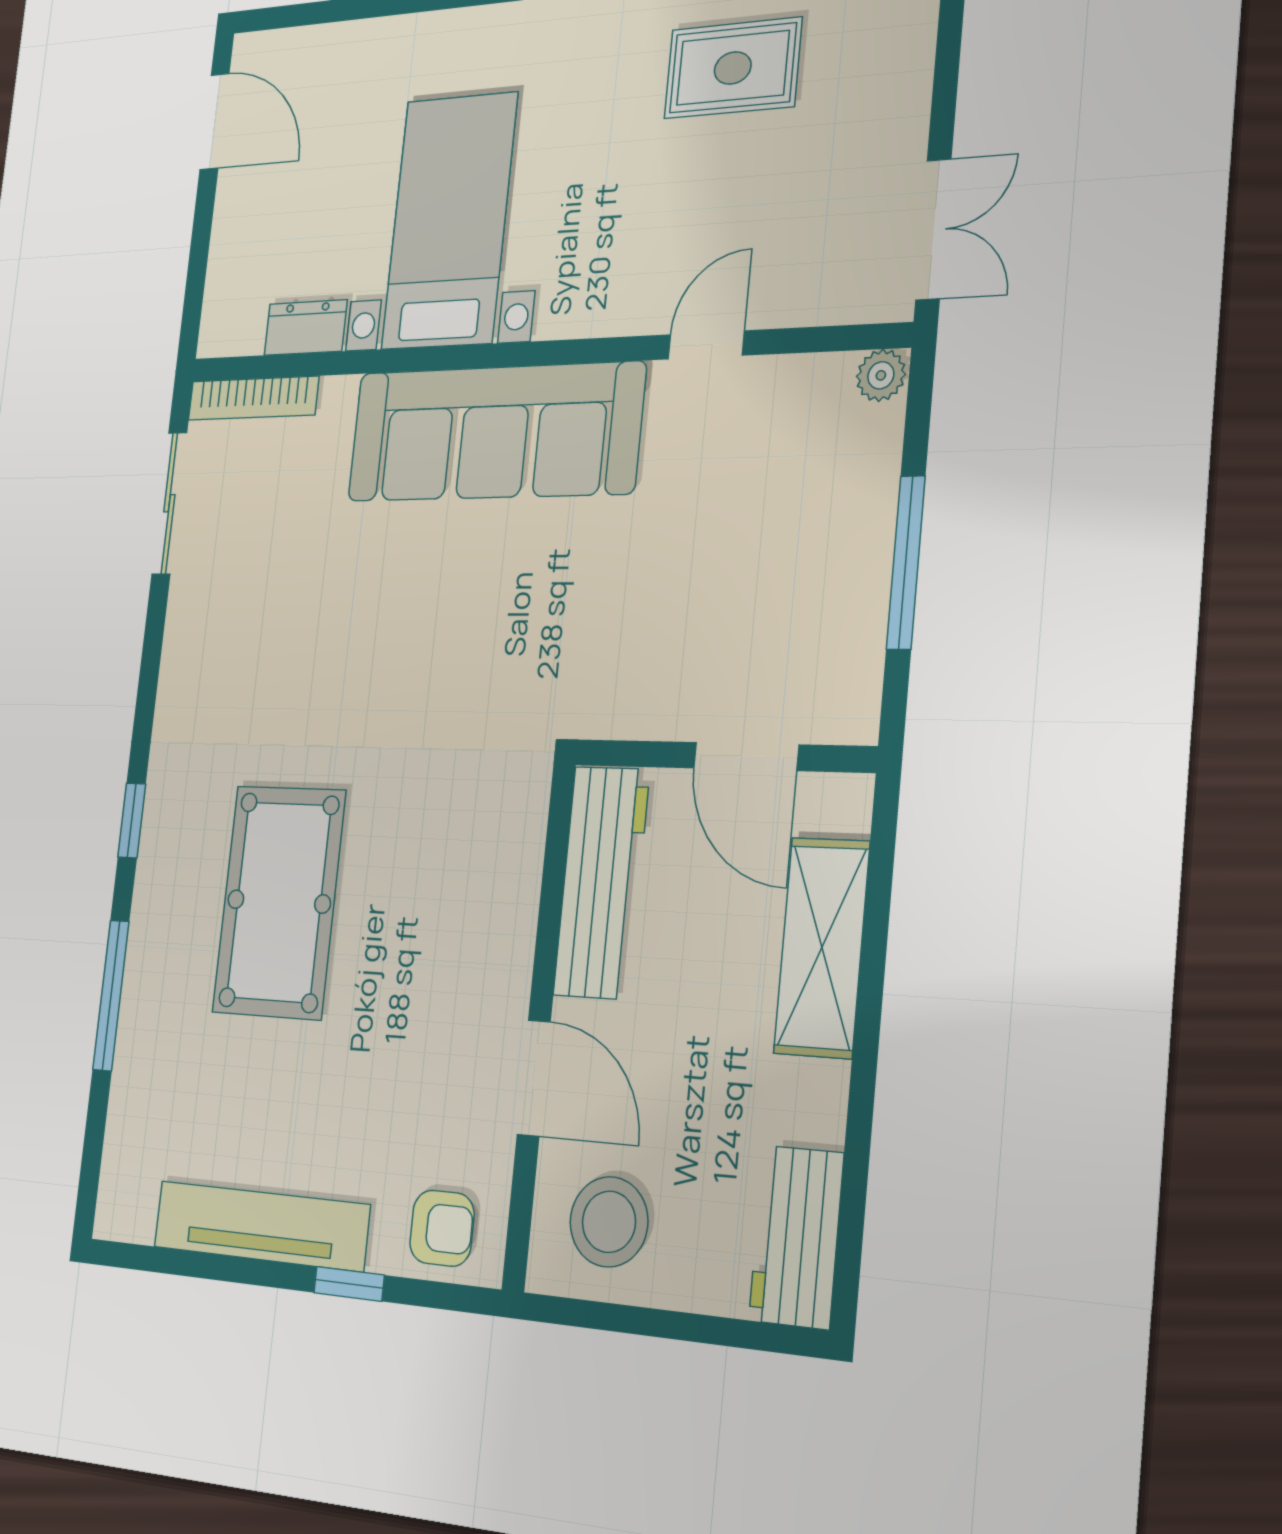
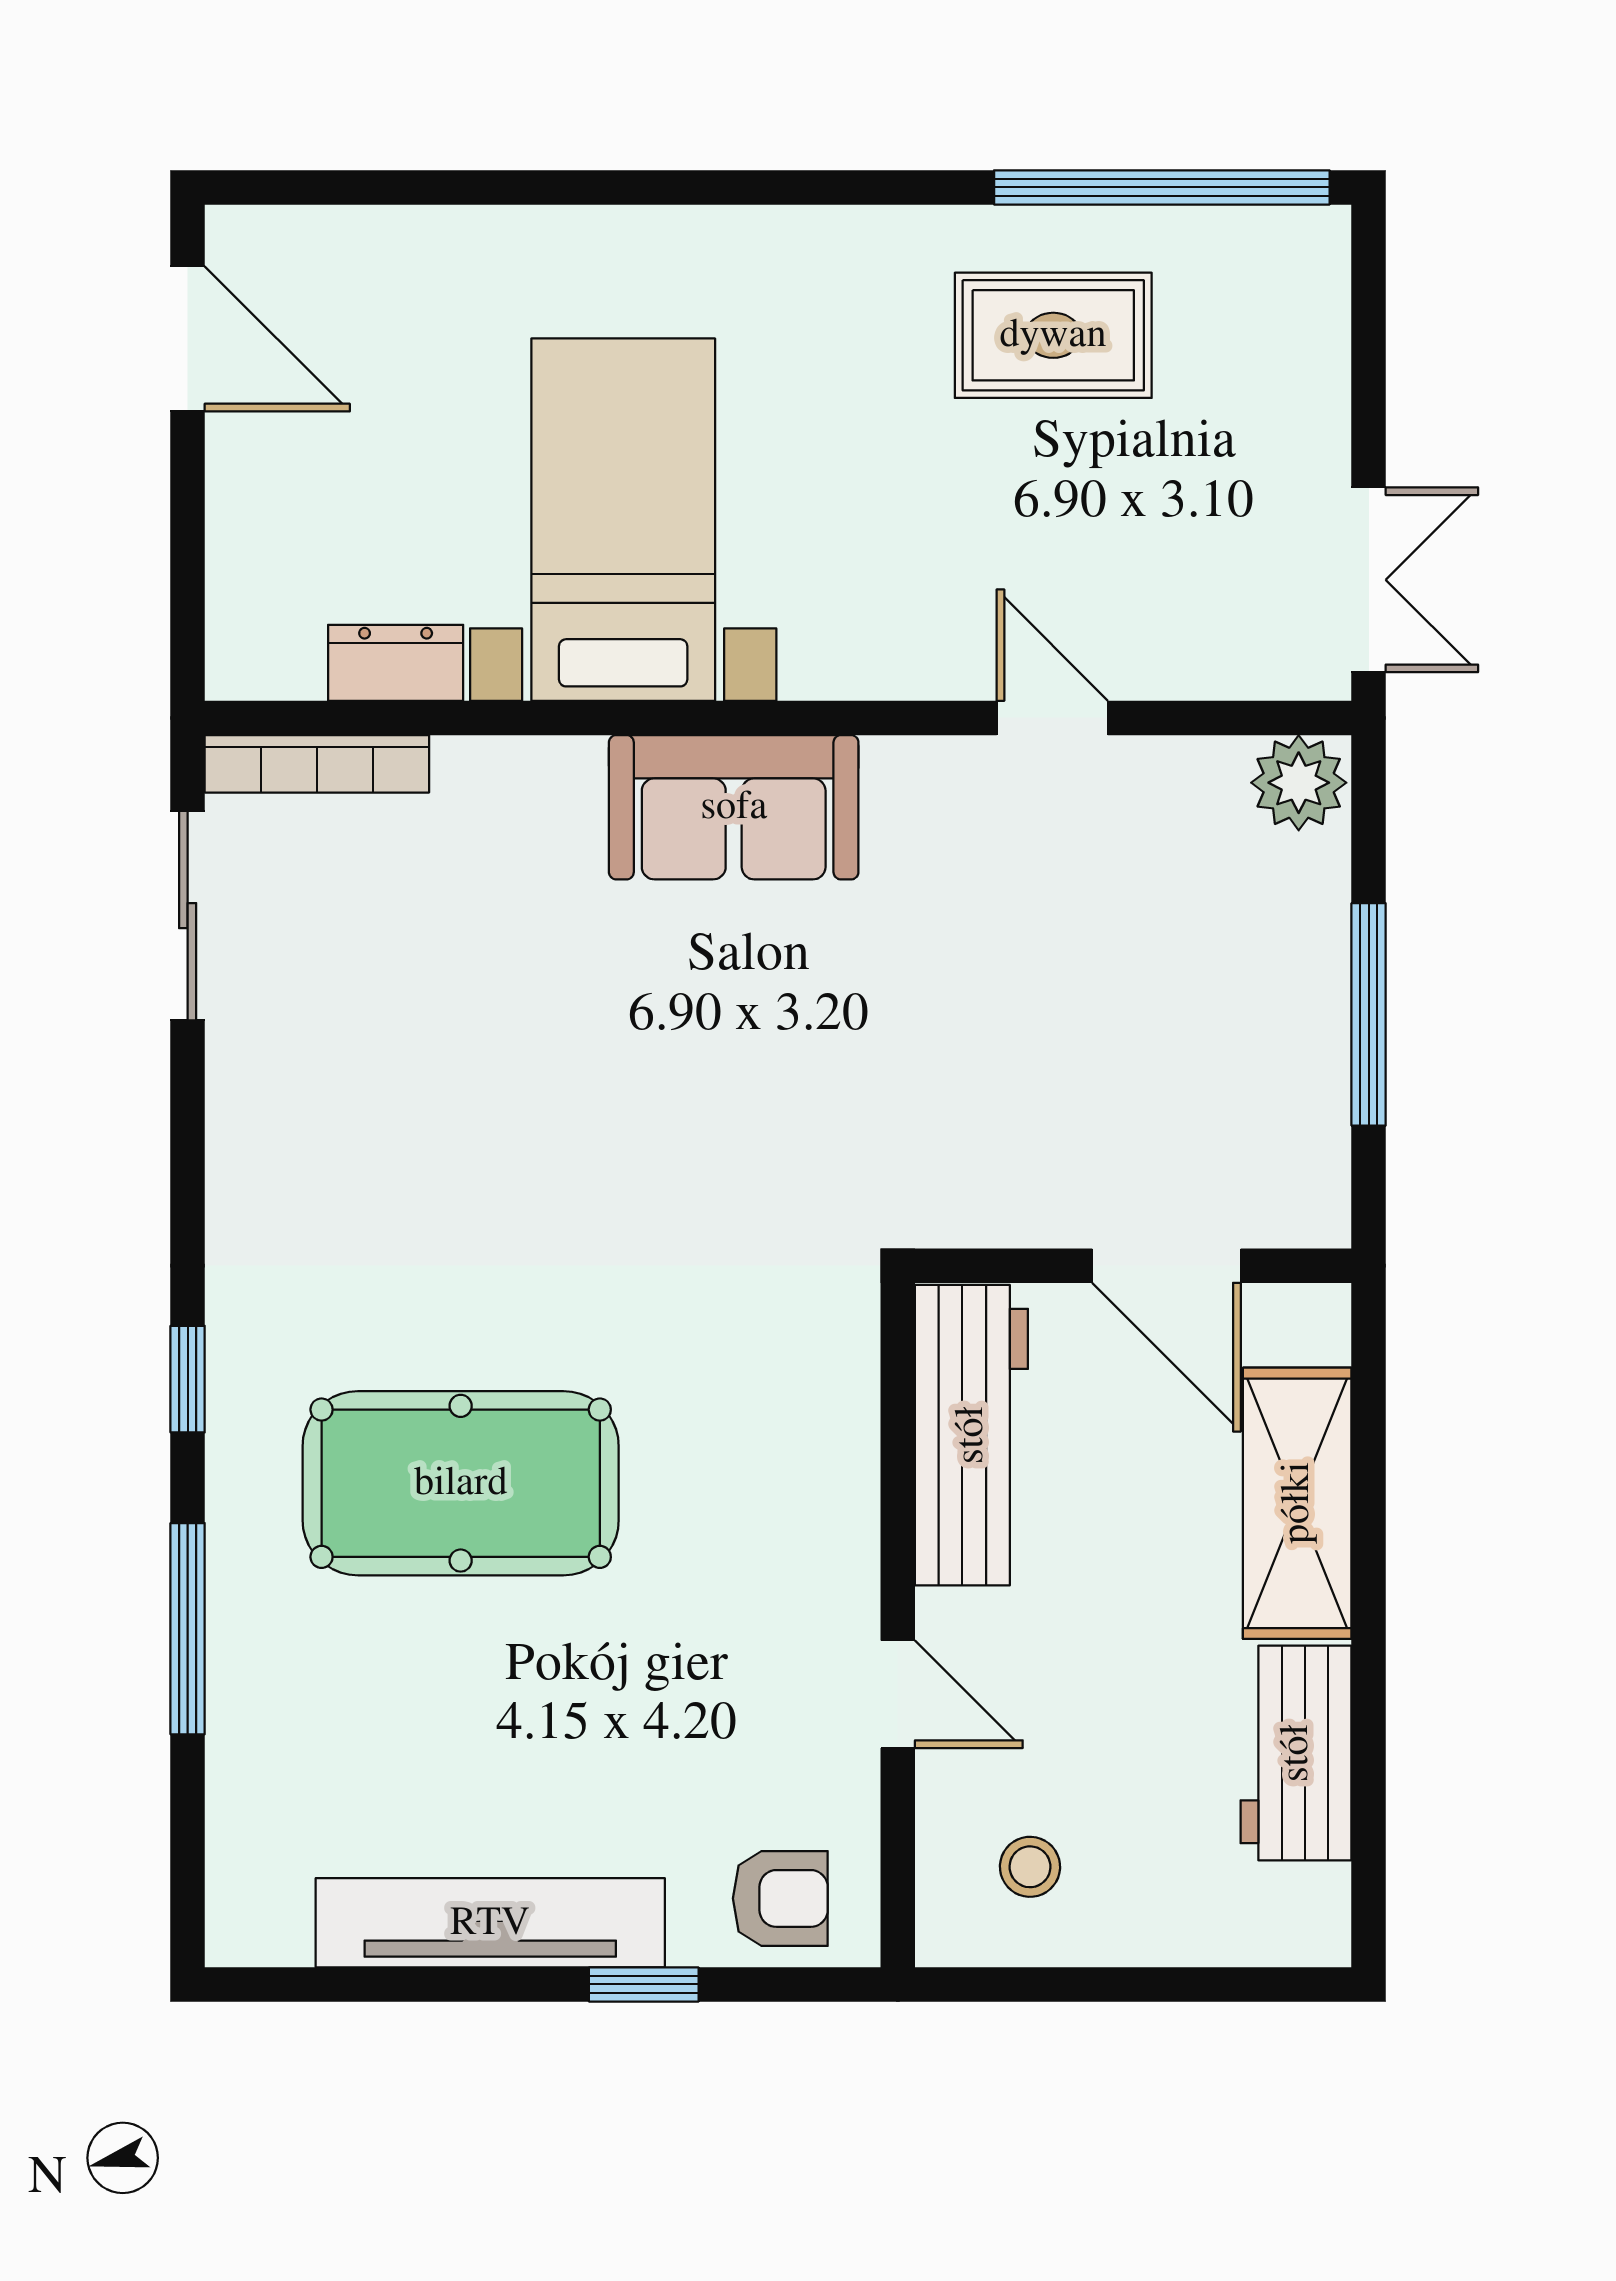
door: (706, 345) -> (1052, 718), hinge flipped
plant: (881, 375) -> (1299, 783), width x1.38, depth x1.38
sofa: (494, 432) -> (734, 807), width x0.54, depth x0.79
pool table: (279, 902) -> (461, 1483), turned 90
door: (534, 1078) -> (898, 1694), width x0.73
stool: (609, 1222) -> (1030, 1867), width x0.53, depth x0.53
workbench: (796, 1237) -> (1296, 1753), moved

